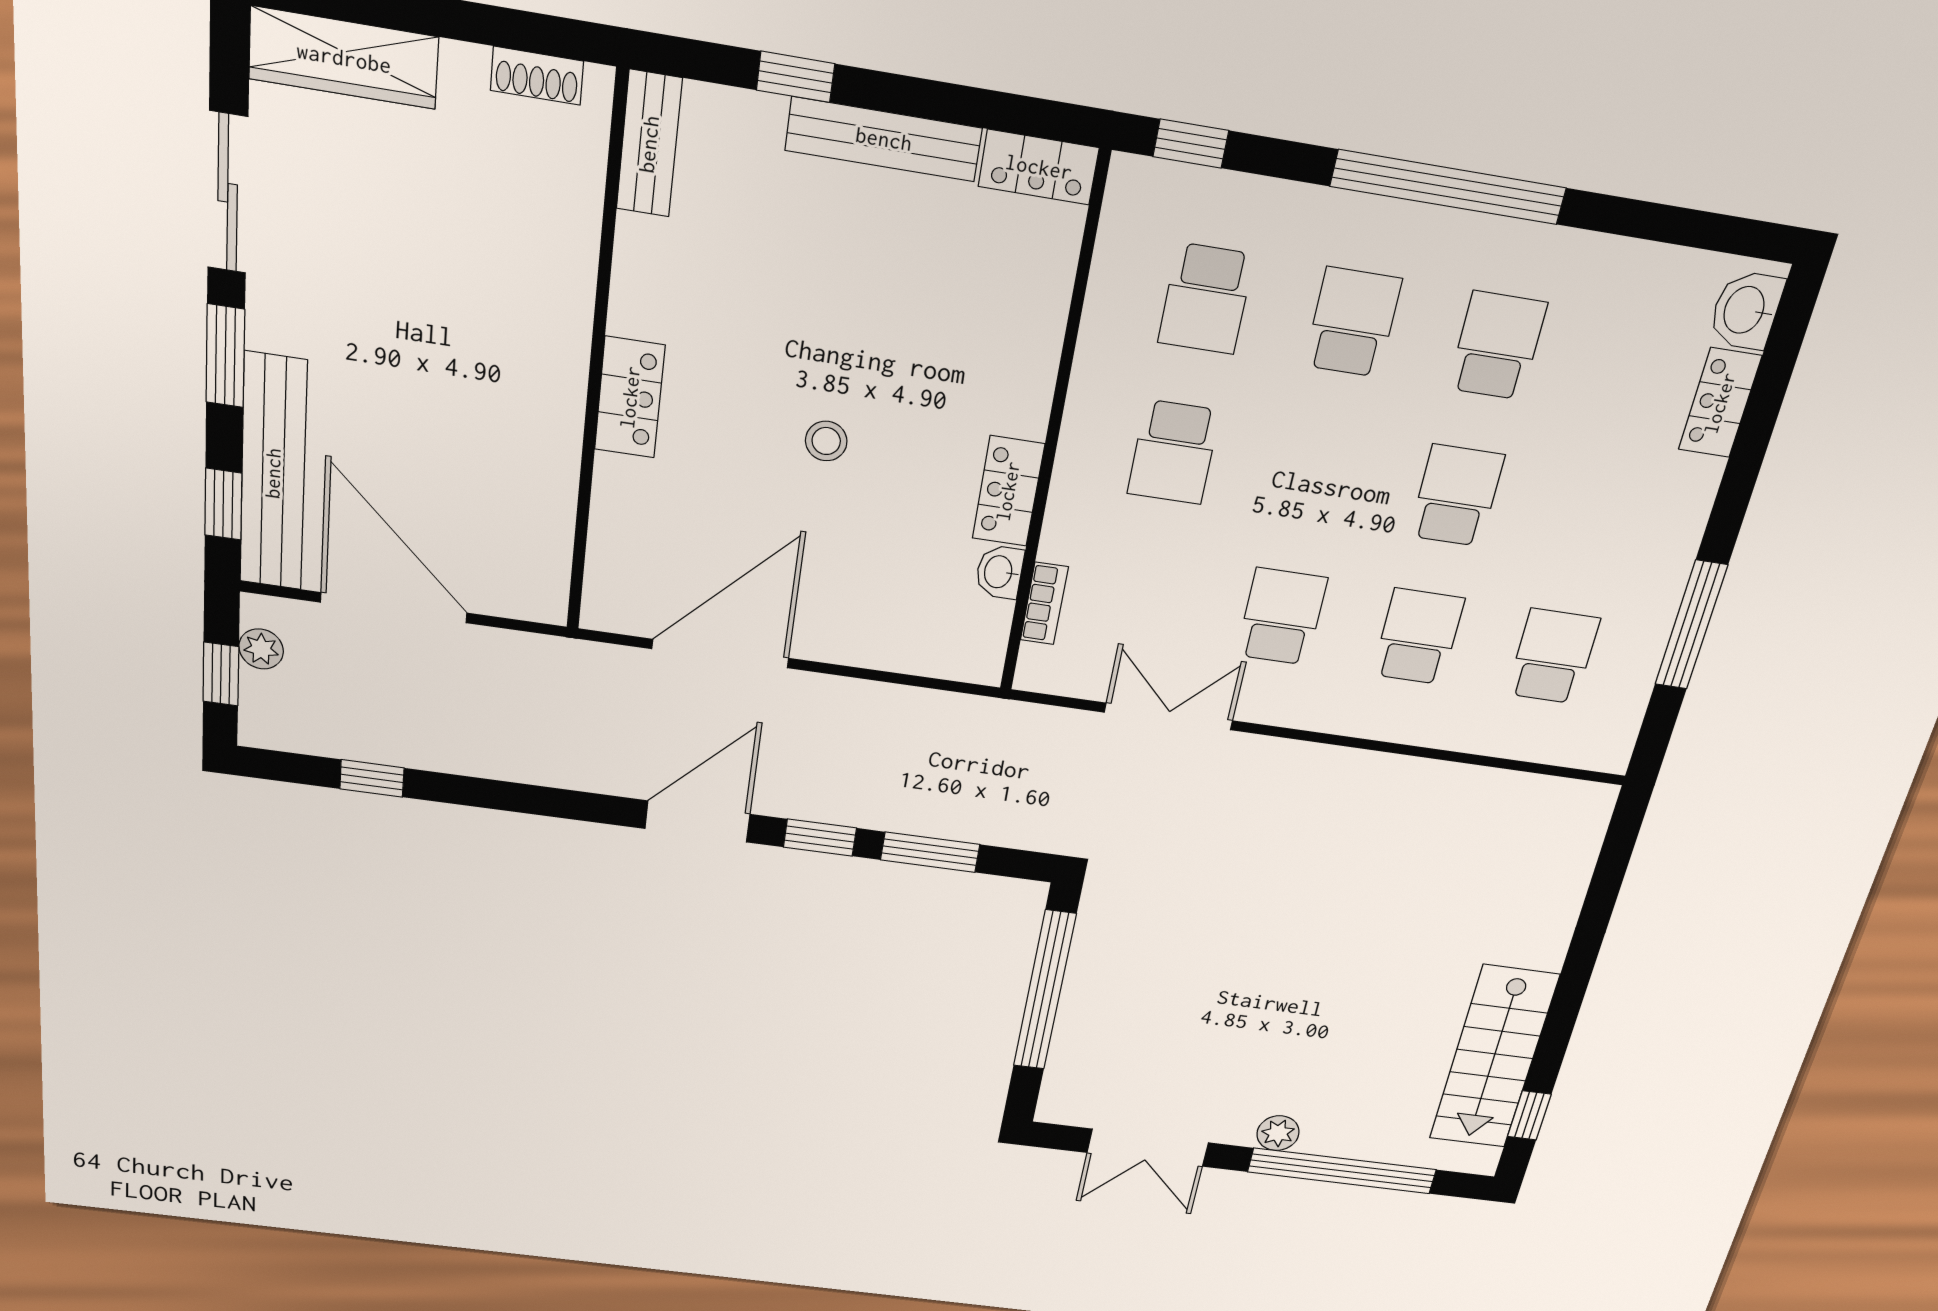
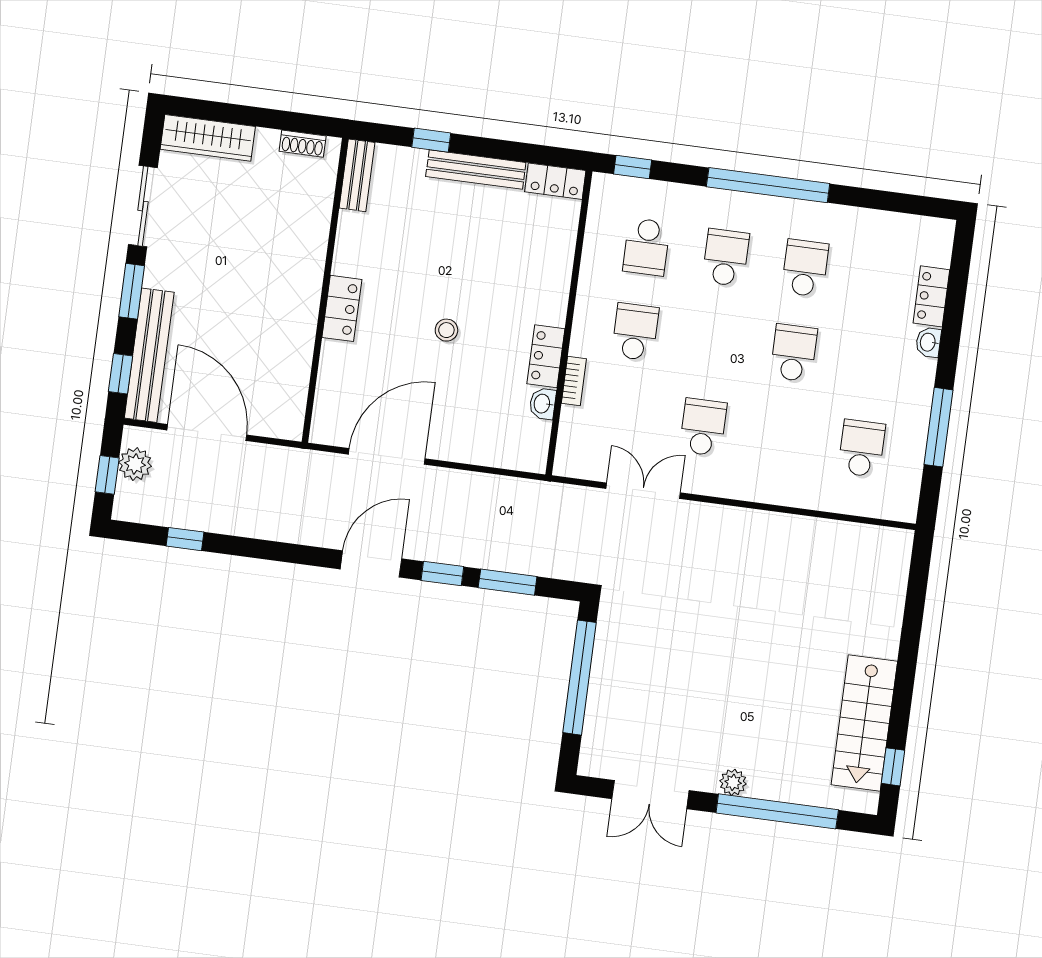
washbasin: (1746, 310) -> (928, 342), moved, width x0.72, depth x0.69
school desk: (1174, 452) -> (635, 332), turned 180
bookcase: (1044, 603) -> (574, 381), moved
school desk: (1418, 637) -> (782, 438), removed
plant: (261, 649) -> (135, 464), width x1.38, depth x1.38

